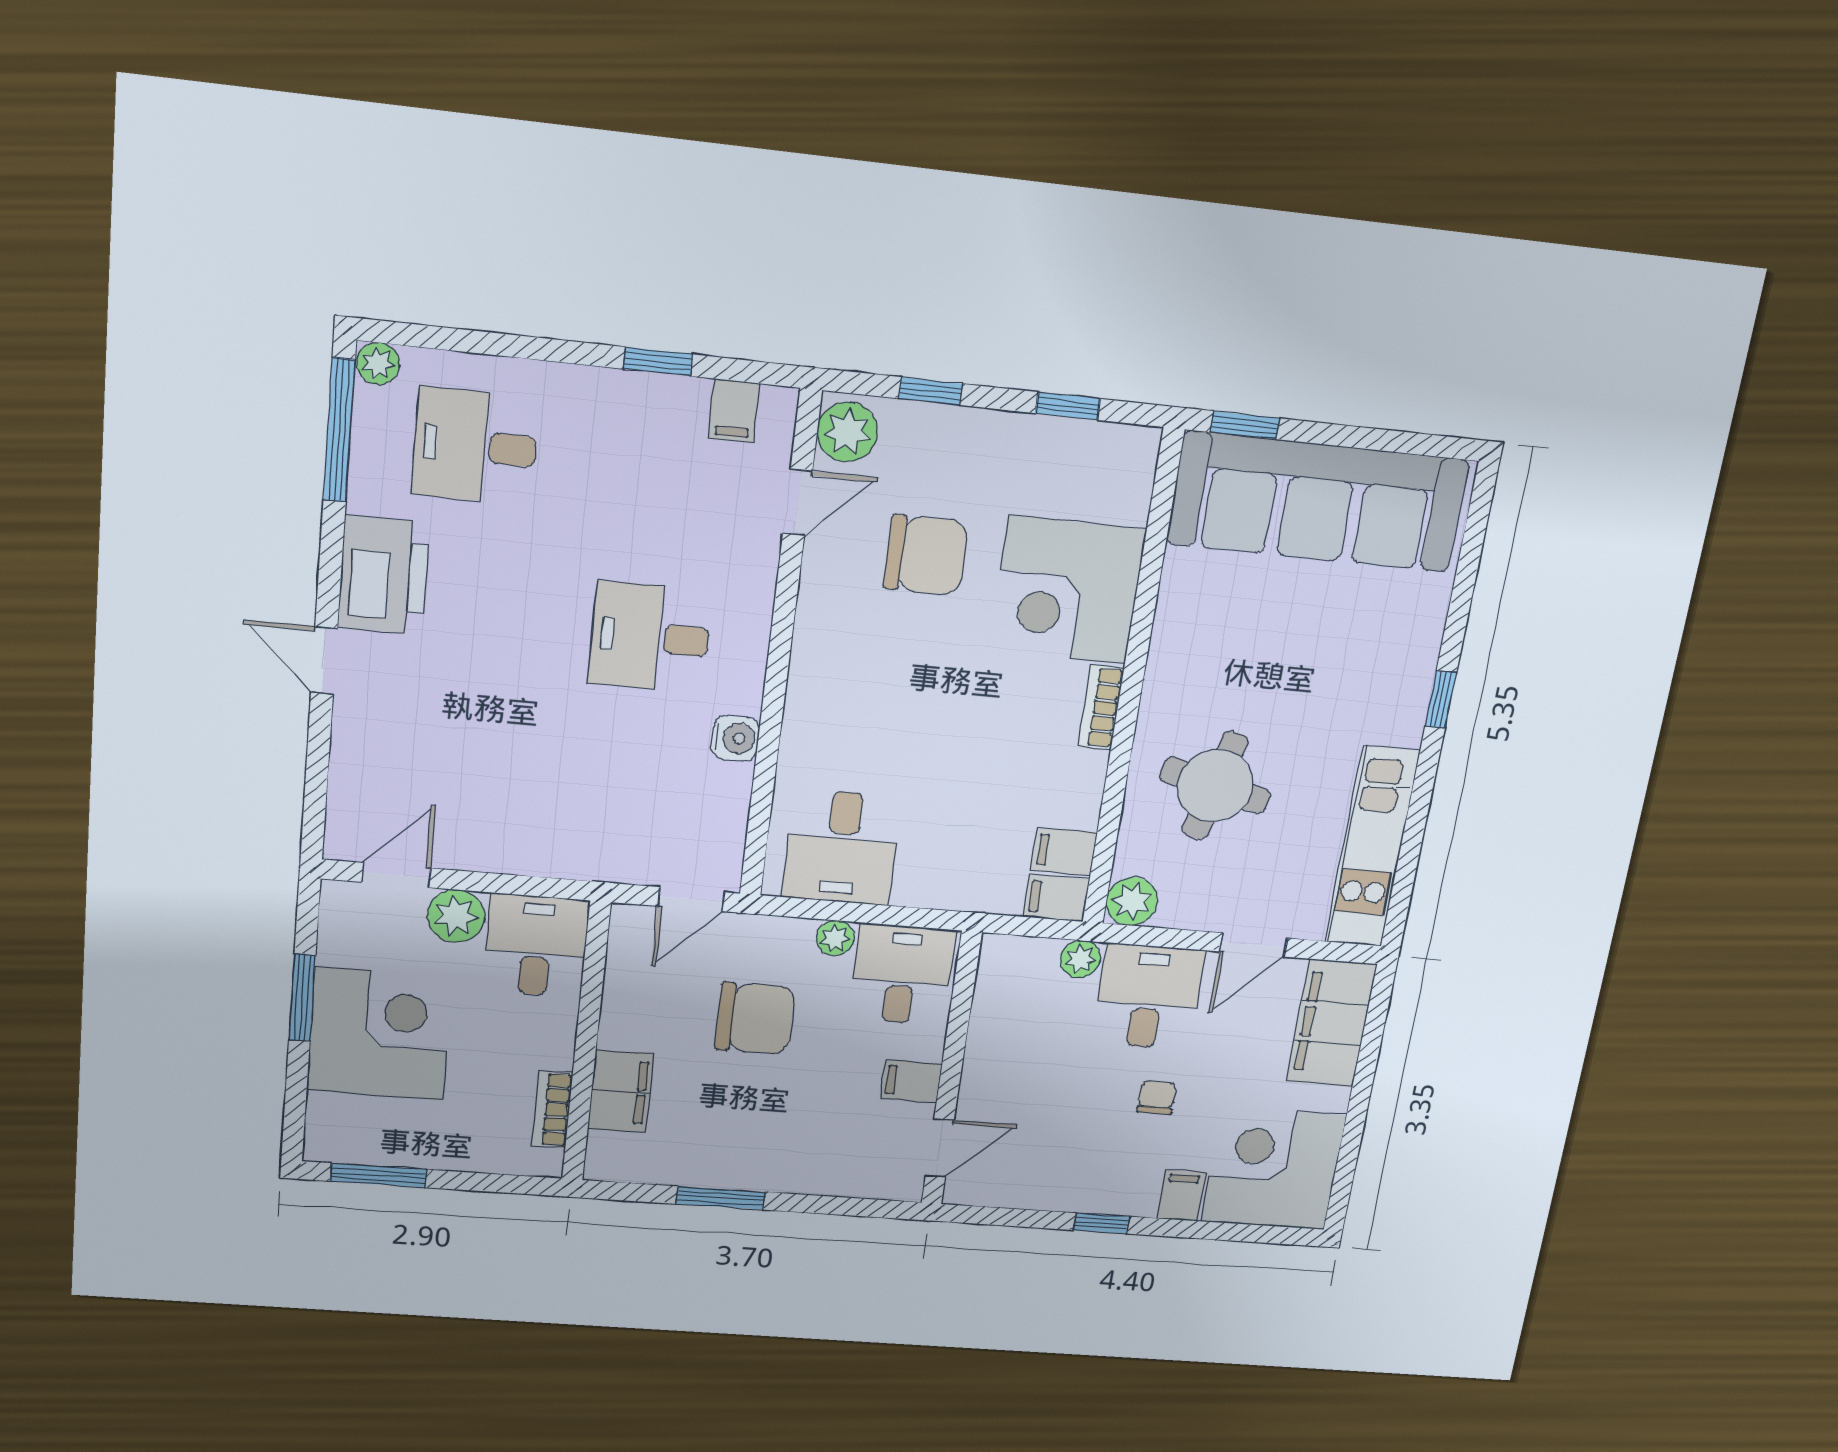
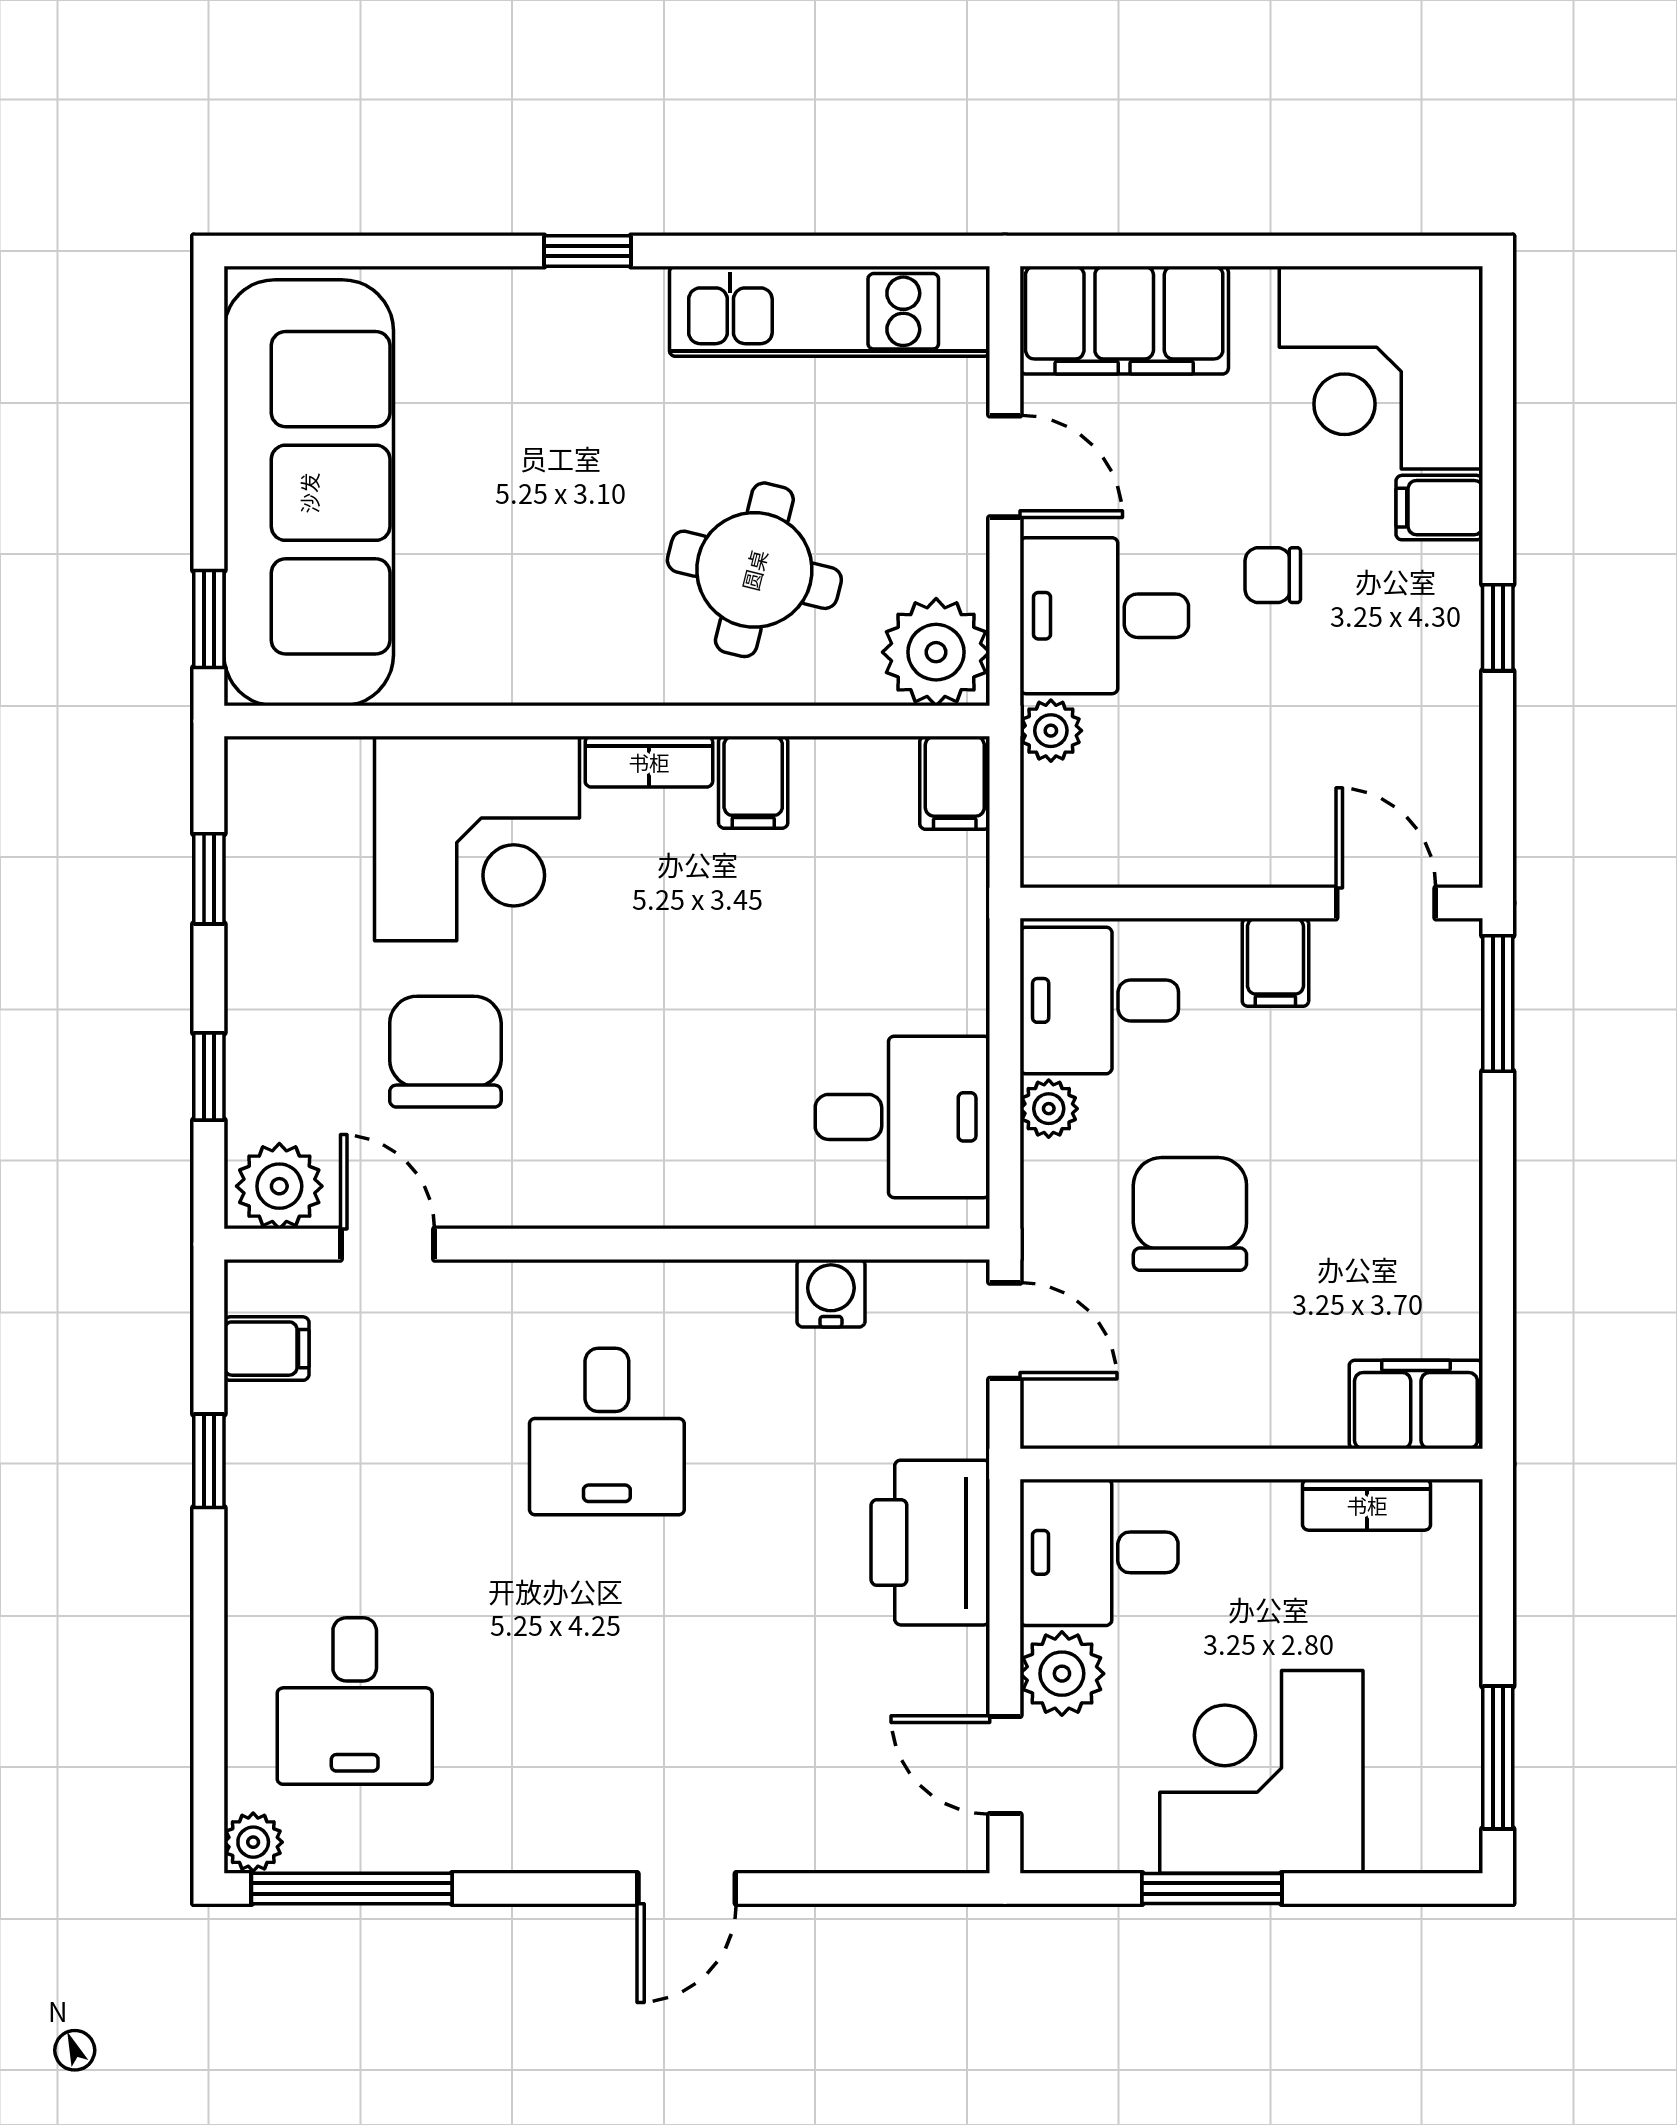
printer: (384, 575) -> (930, 1543), moved, turned -90
water cooler: (735, 738) -> (831, 1293), moved
filing cabinet: (1064, 851) -> (753, 782), moved
plant: (1132, 901) -> (936, 652), width x1.36, depth x1.36
filing cabinet: (621, 1091) -> (1416, 1404), moved
window: (721, 1198) -> (1498, 1004), moved

